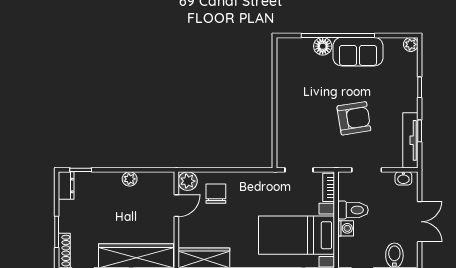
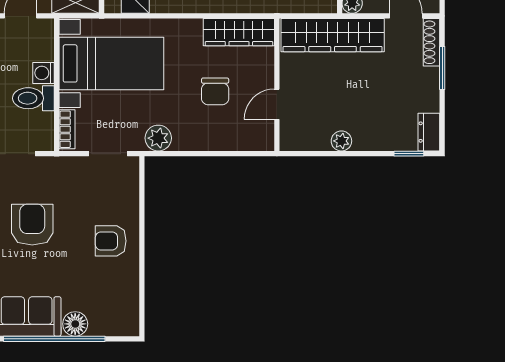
armchair: (297, 106) -> (111, 241), added
armchair: (354, 118) -> (32, 225), turned 99
plant: (188, 181) -> (158, 138), moved
chair: (216, 194) -> (215, 91), moved

